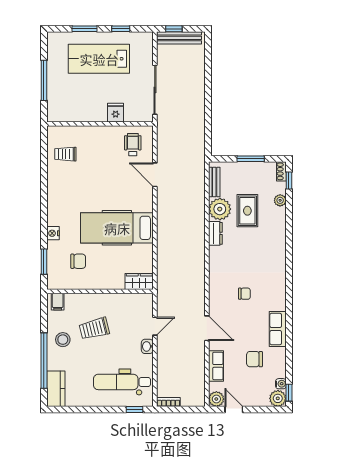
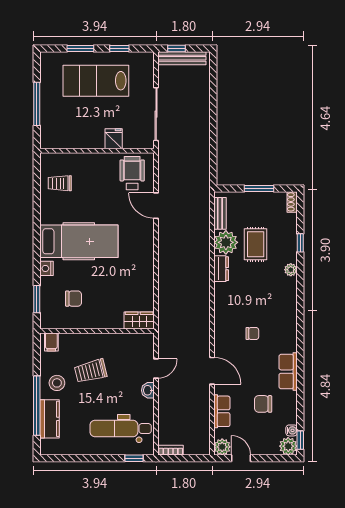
wheelchair: (133, 145) -> (132, 173), width x1.36, depth x1.37
window: (289, 181) -> (300, 243), moved
plant: (280, 200) -> (291, 270), moved
hospital bed: (117, 228) -> (79, 241), moved, turned 180
kitchen counter: (56, 389) -> (49, 419), moved

